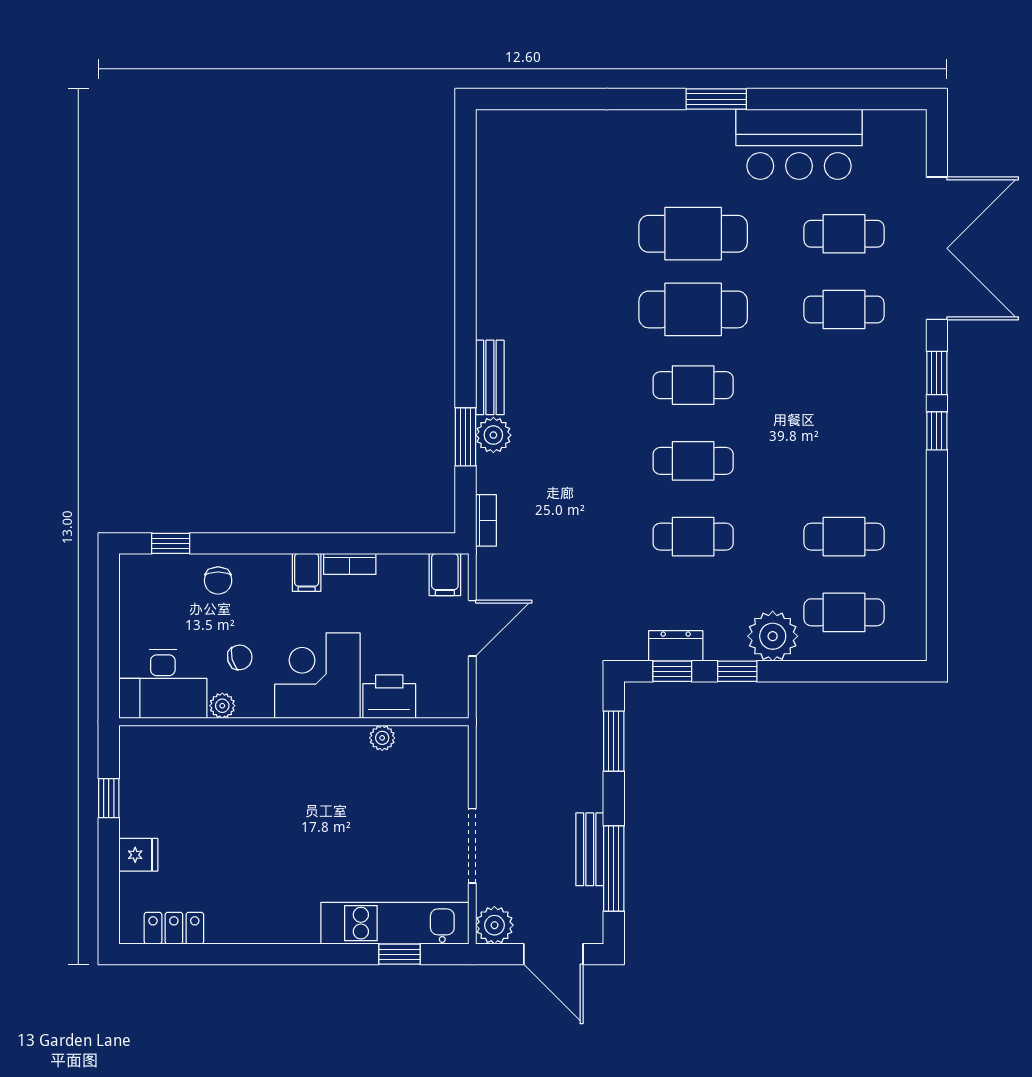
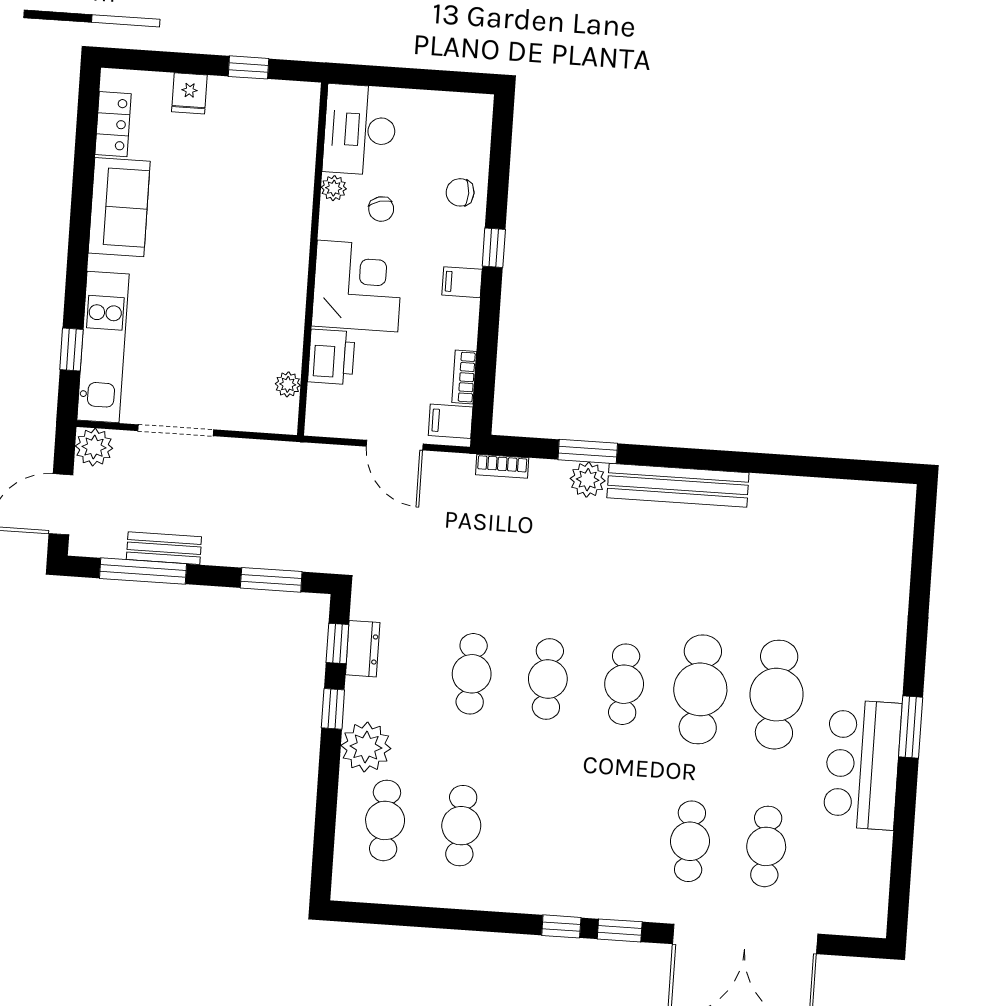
bar counter: (799, 144) -> (862, 764), moved
bench: (490, 377) -> (678, 485), width x1.86, depth x1.21
window: (171, 543) -> (494, 248), moved
bookcase: (350, 564) -> (464, 377), moved
plant: (382, 738) -> (288, 384), moved
sofa: (256, 917) -> (119, 207), added

